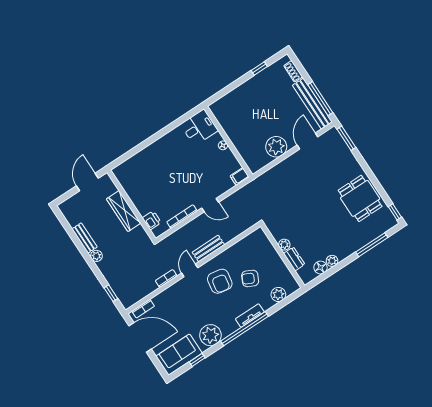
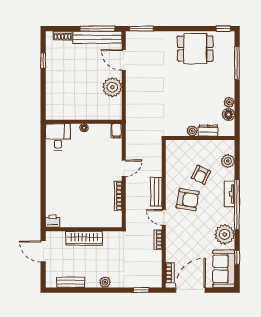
printer: (152, 220) -> (53, 221), moved
bench: (85, 238) -> (71, 282), moved

